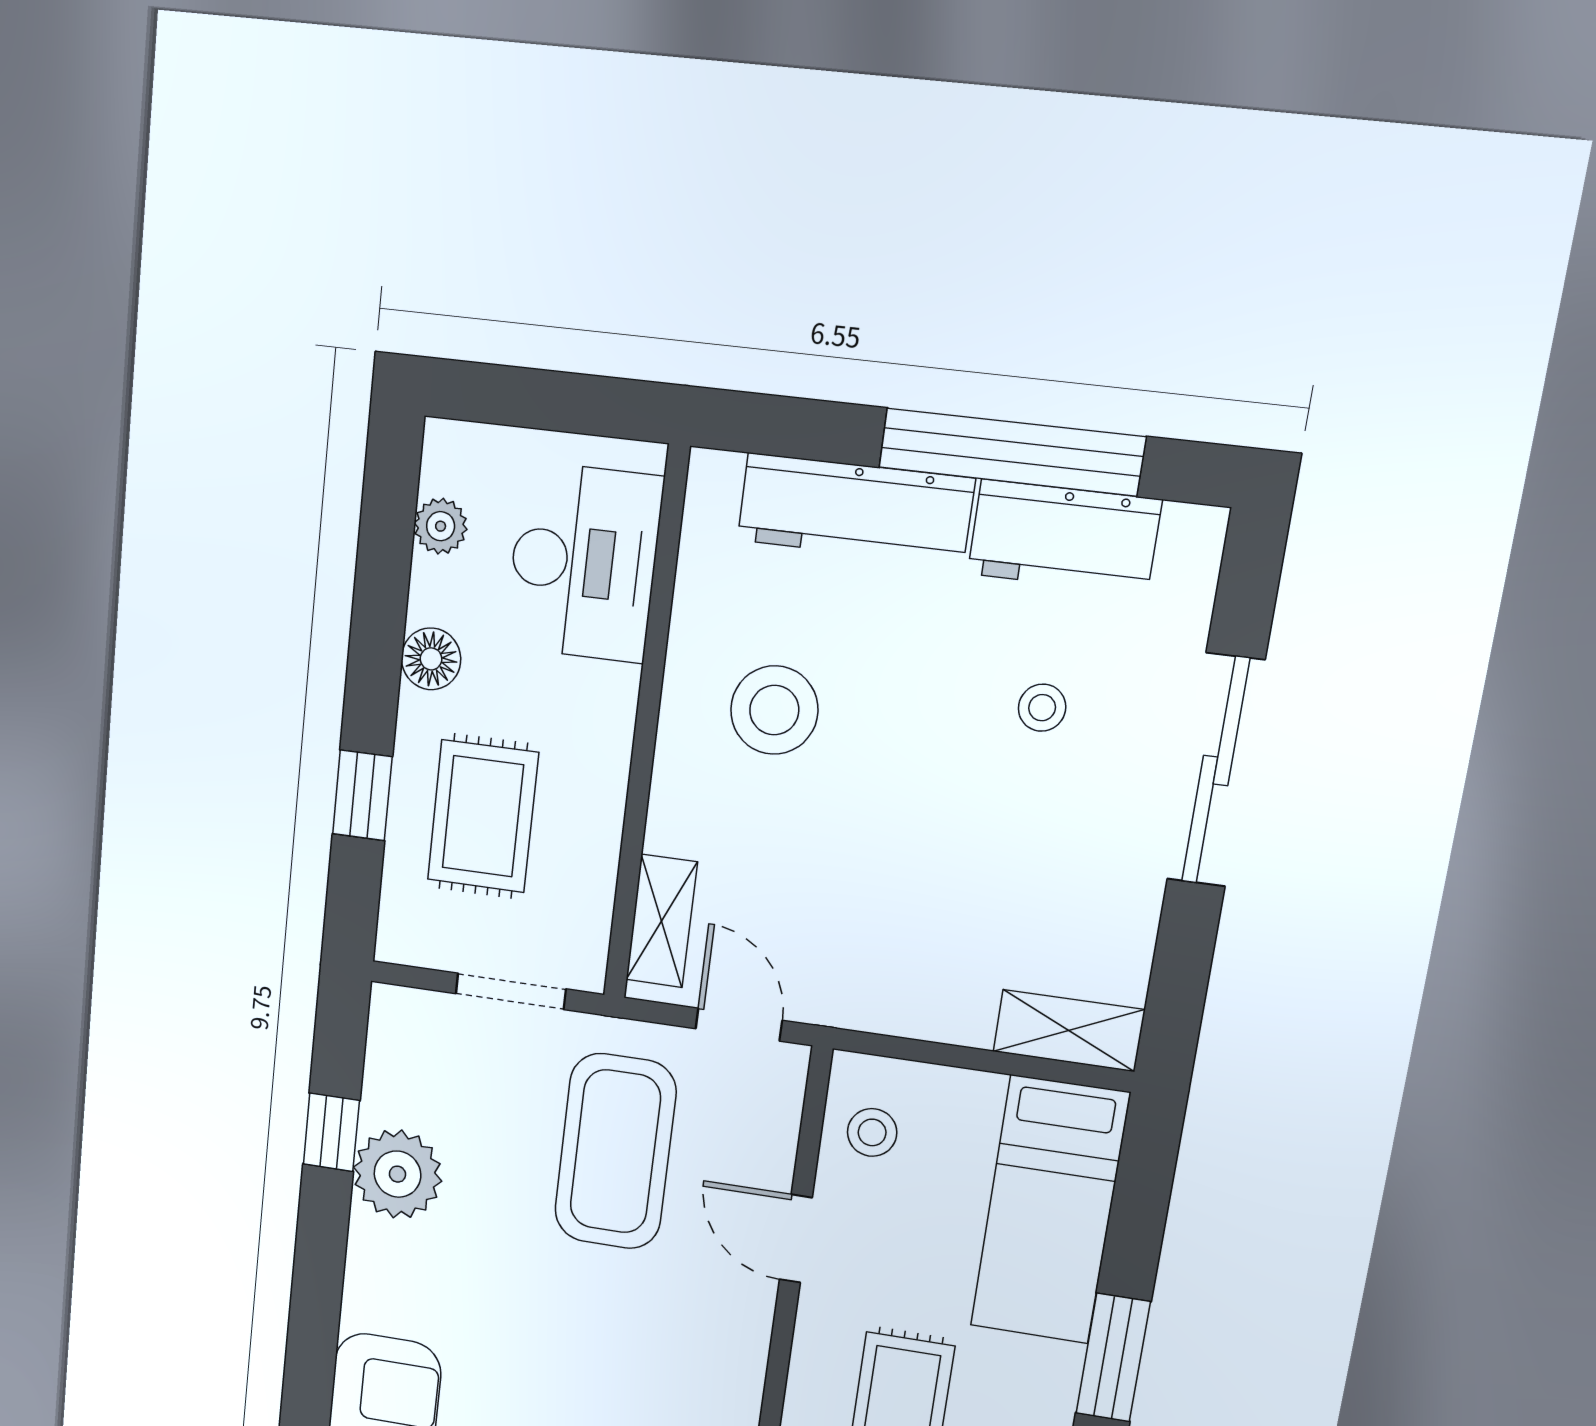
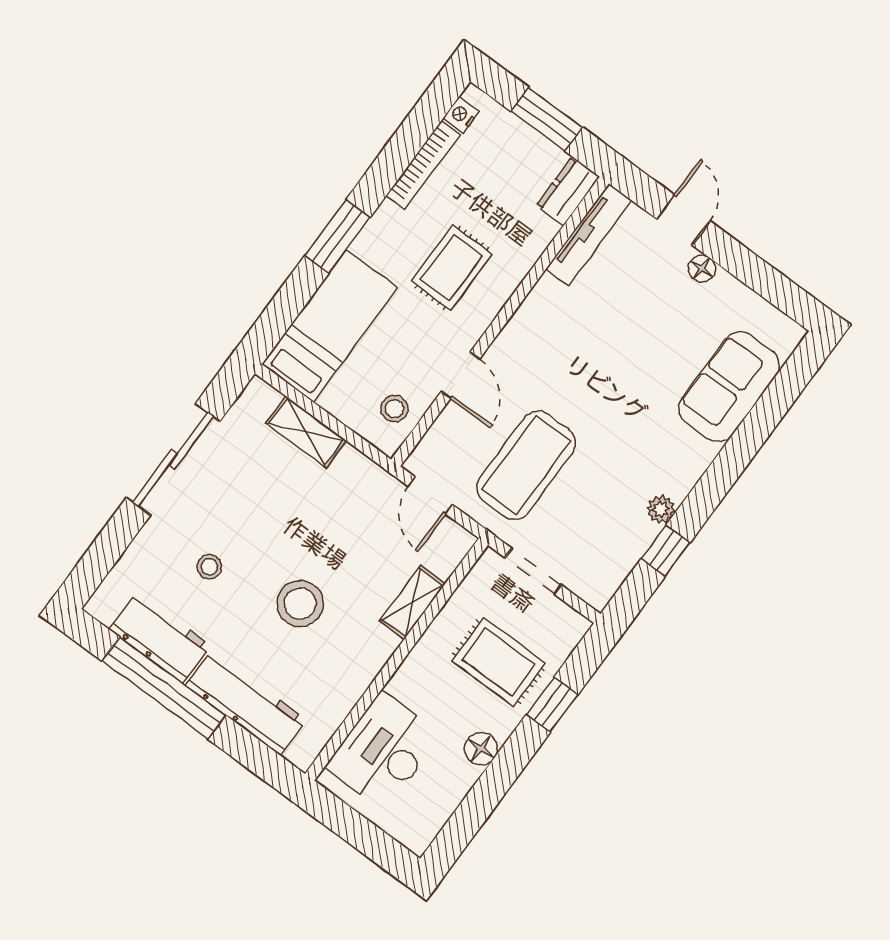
plant: (441, 526) -> (441, 806), removed
stool: (774, 710) -> (300, 603), moved
sliding door: (1216, 770) -> (173, 459), moved
rug: (483, 816) -> (499, 662), turned 90
shelving: (662, 921) -> (412, 602), moved
shelving: (1069, 1031) -> (306, 432), moved
plant: (397, 1174) -> (661, 509), width x0.53, depth x0.53

